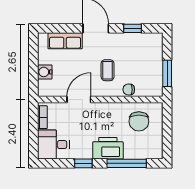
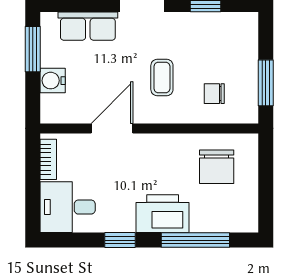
window: (33, 54) -> (33, 49), added
chair: (129, 90) -> (214, 94), moved

